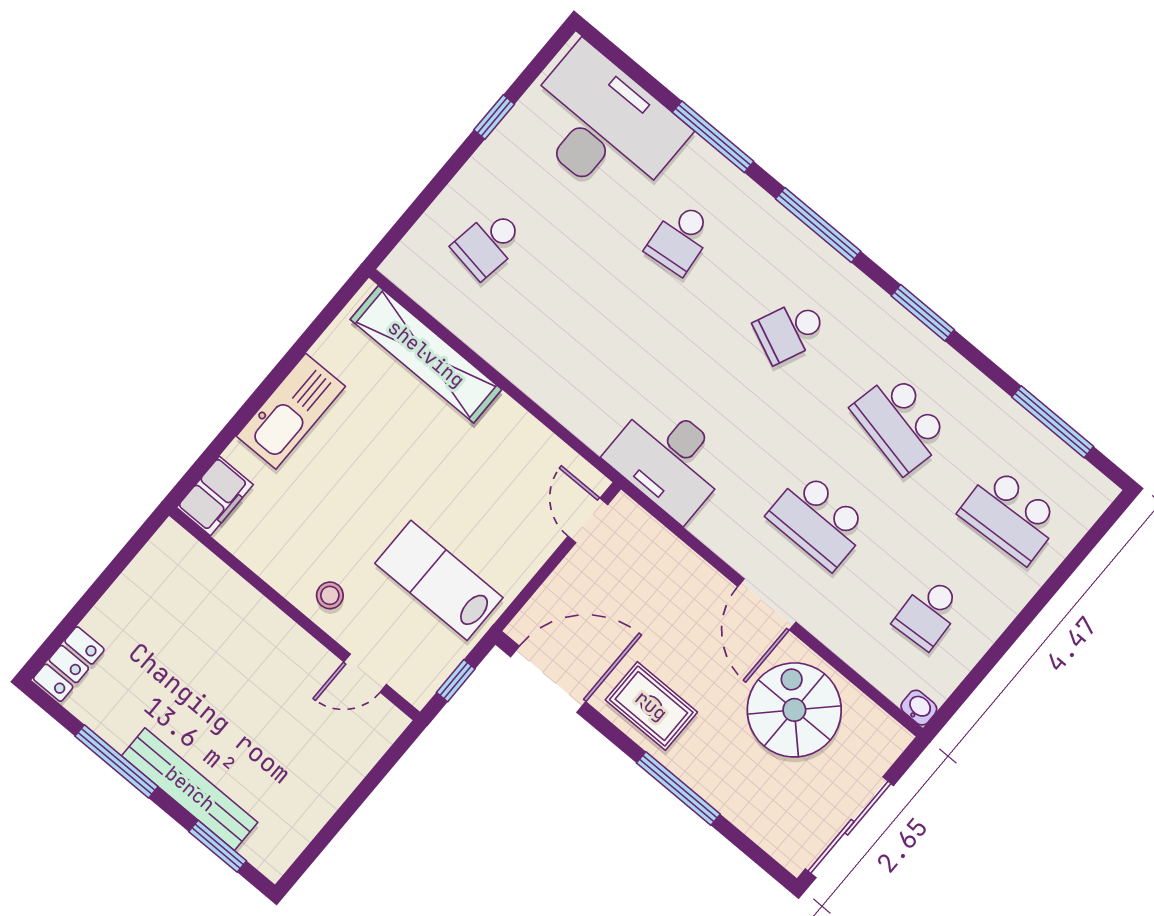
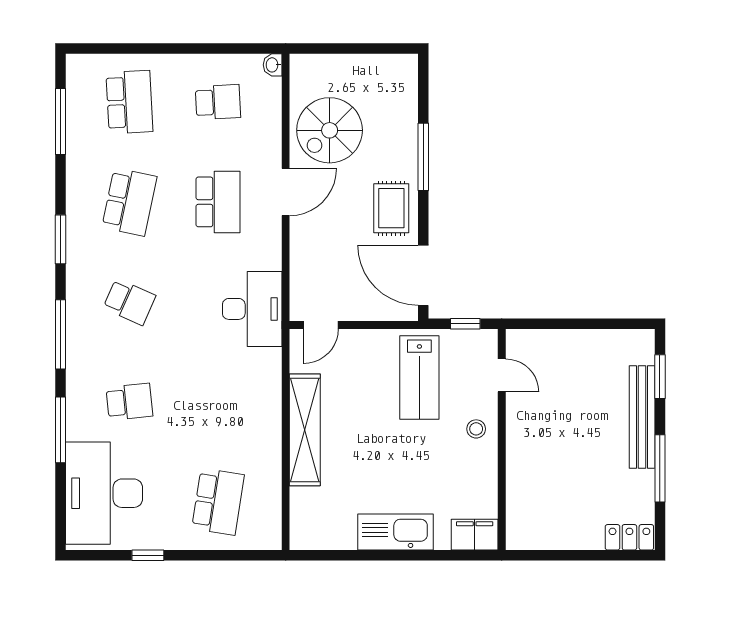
school desk: (488, 244) -> (218, 502), width x1.85
shelving: (426, 354) -> (305, 430), moved
sliding door: (849, 827) -> (367, 48), removed

